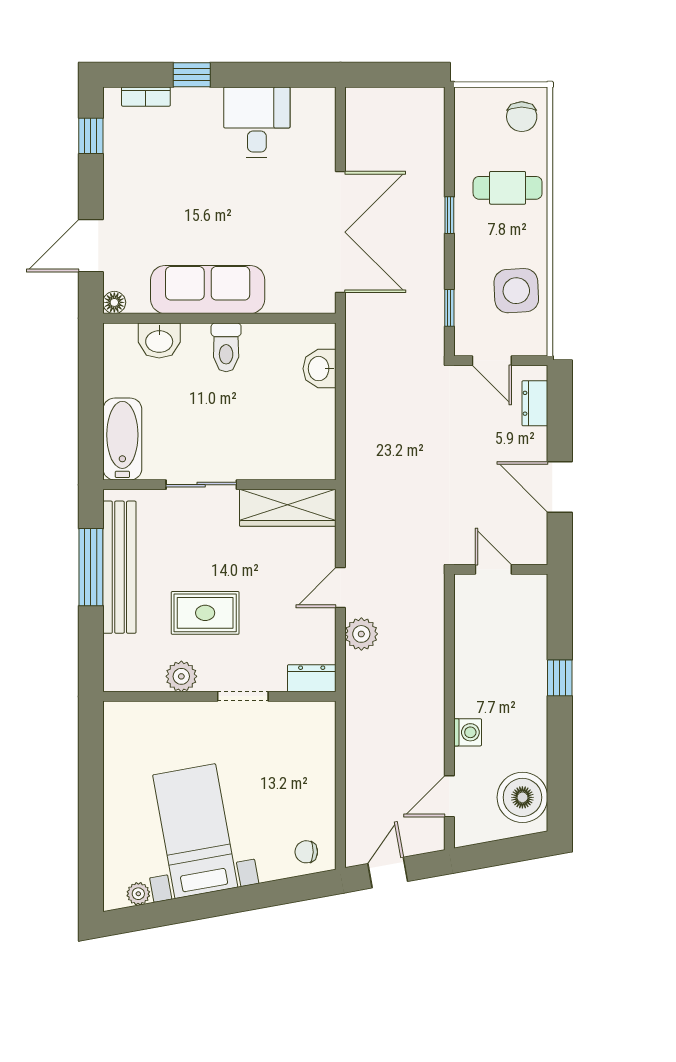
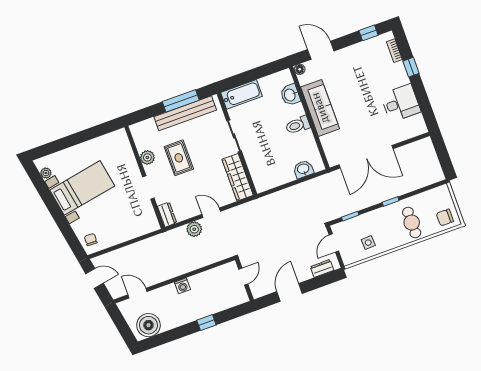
side table: (516, 291) -> (368, 243), width x0.54, depth x0.54
washing machine: (468, 732) -> (182, 286), moved

